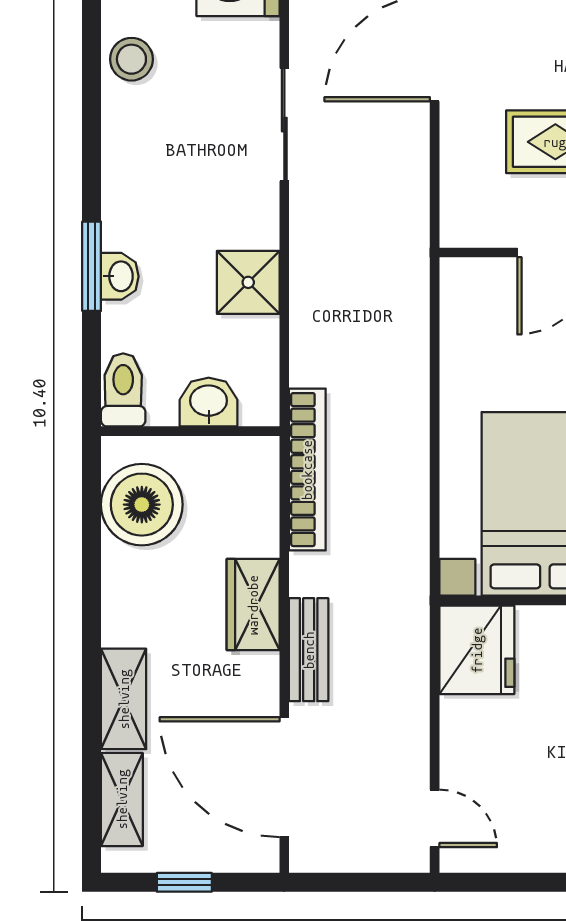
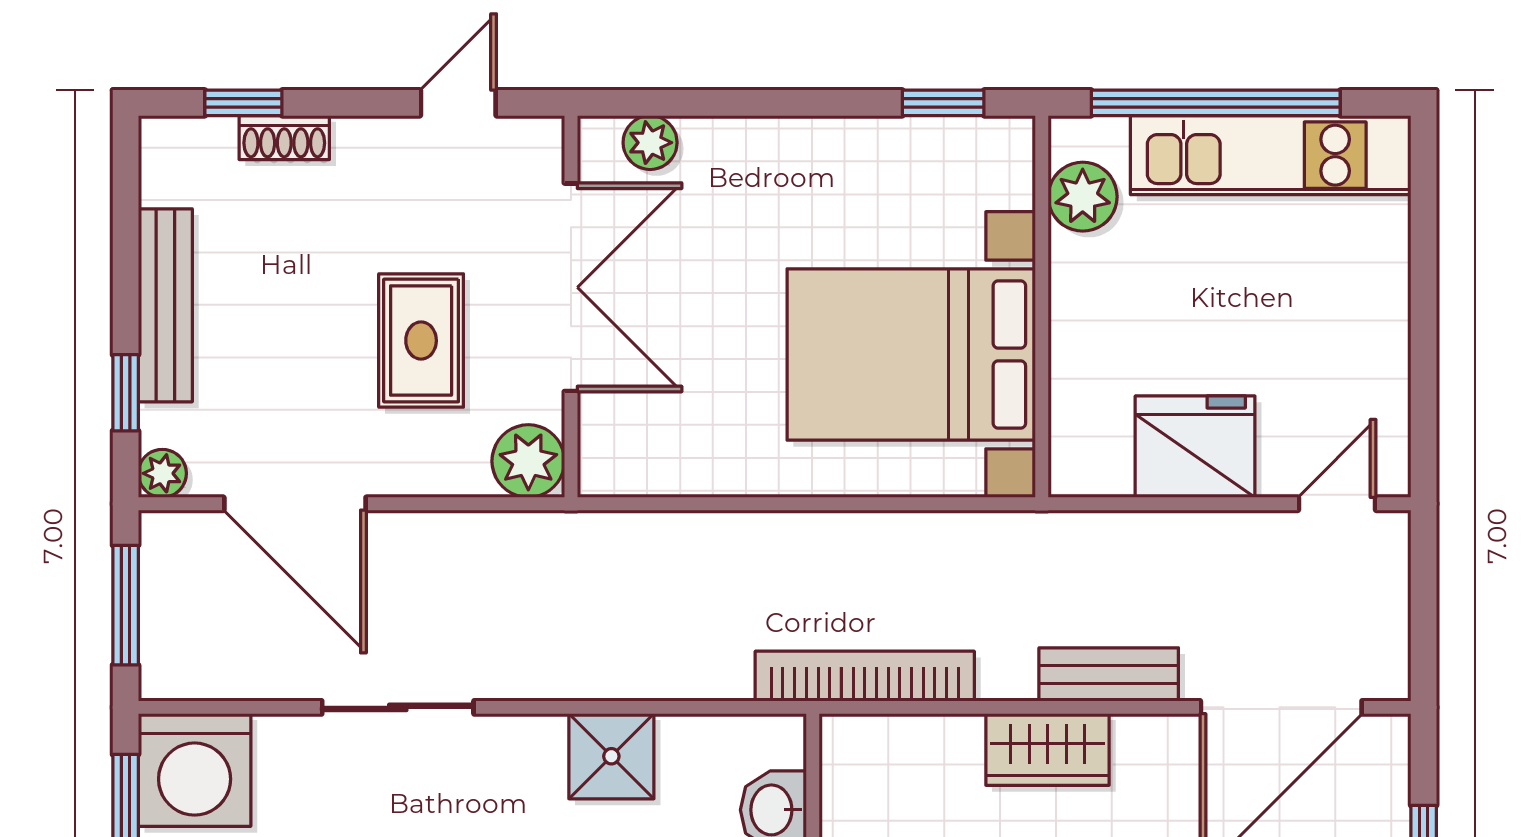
plant: (466, 221) -> (528, 461), added
fridge: (477, 650) -> (1195, 447), moved

